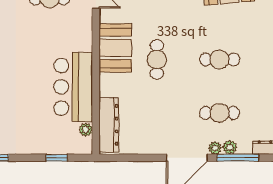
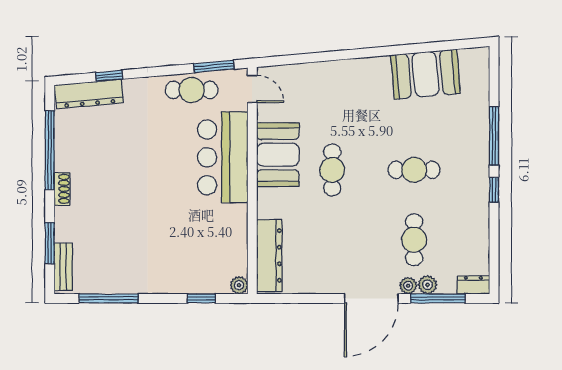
bar counter: (73, 87) -> (223, 157), moved
cafe table: (220, 113) -> (414, 240), turned 90
plant: (86, 130) -> (239, 285), moved

